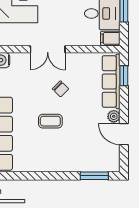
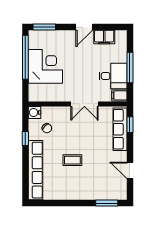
double door: (48, 49) -> (84, 104), moved
chair: (61, 89) -> (47, 128), moved
plant: (114, 116) -> (122, 156), removed

